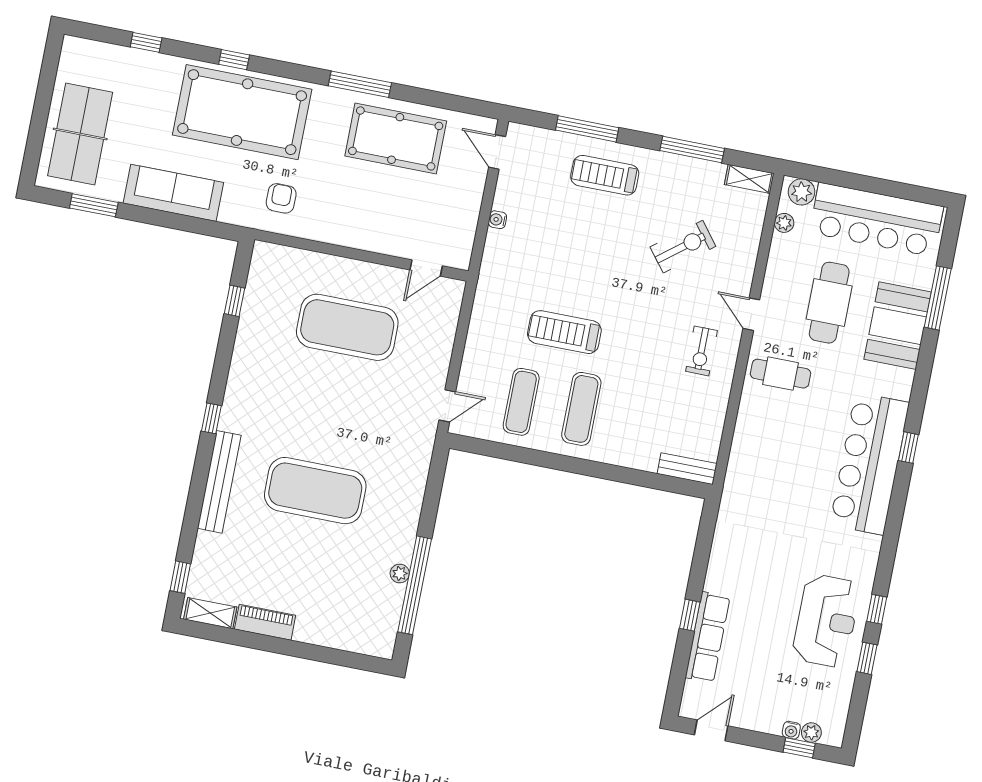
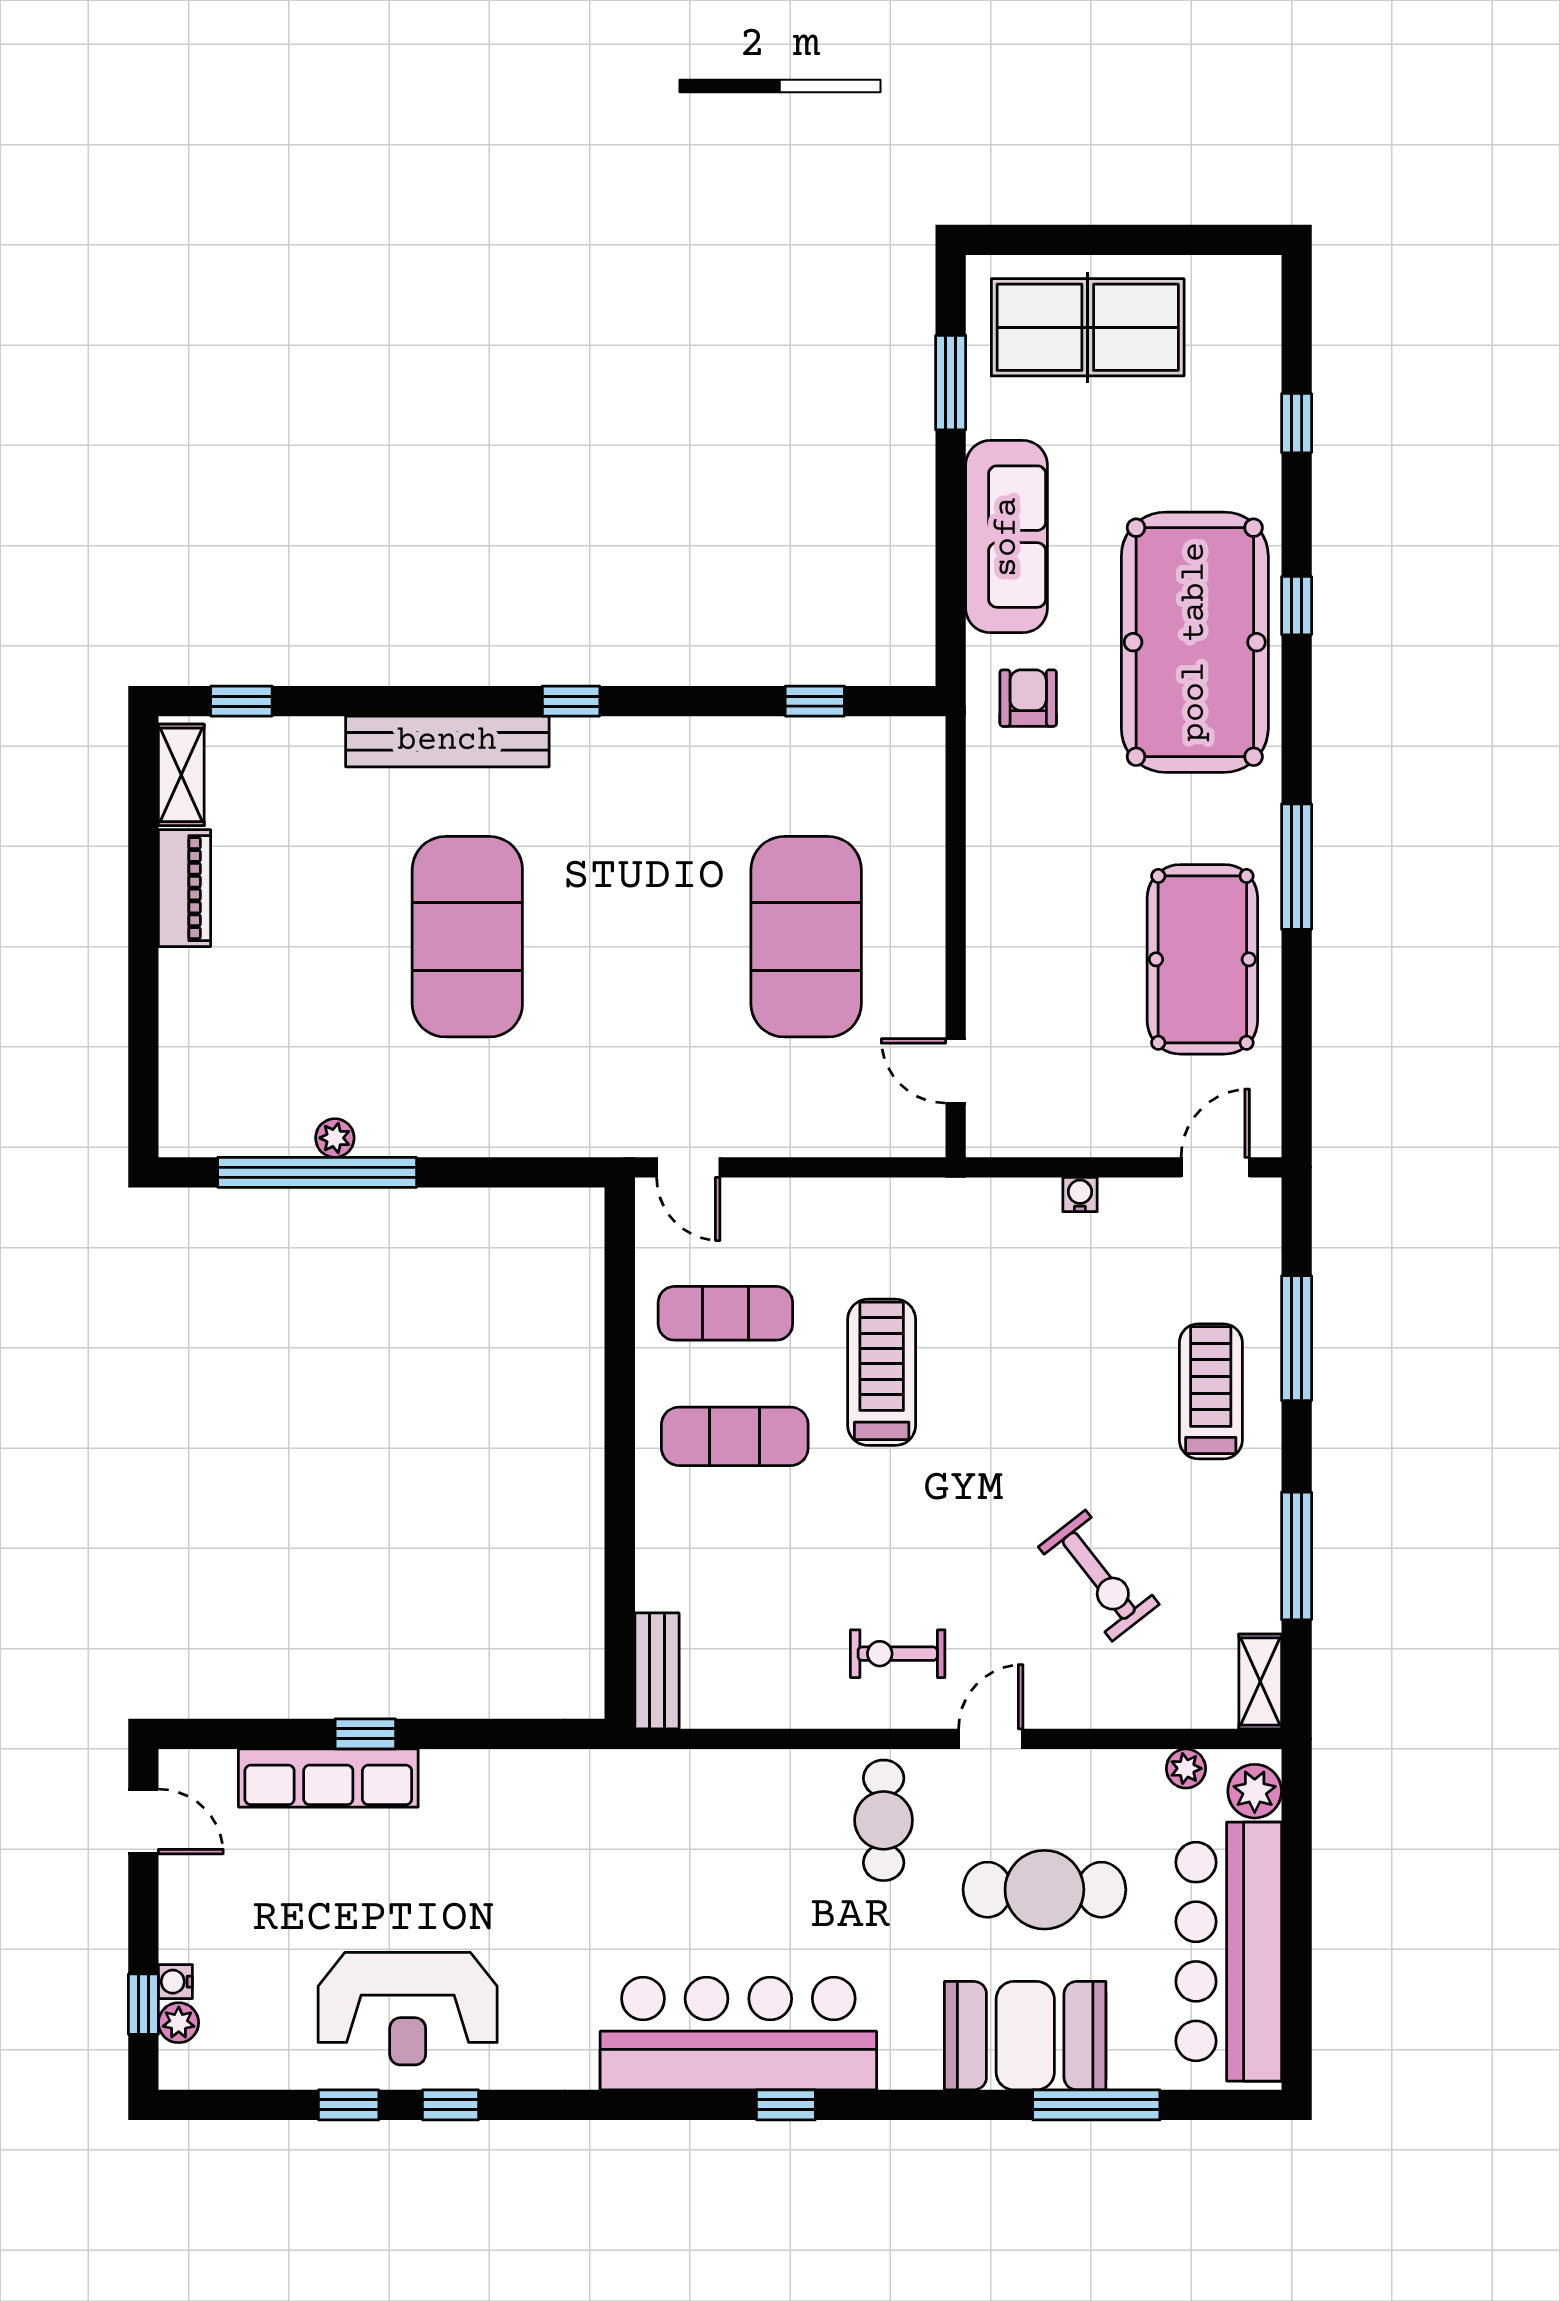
armchair: (281, 198) -> (1028, 698), moved, turned -90

